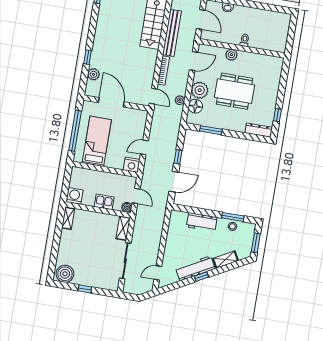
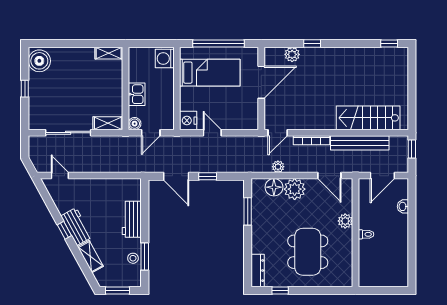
dining table: (235, 91) -> (308, 252), moved
washing machine: (74, 196) -> (165, 59), moved, turned 180
workbench: (195, 268) -> (76, 227), width x0.73

